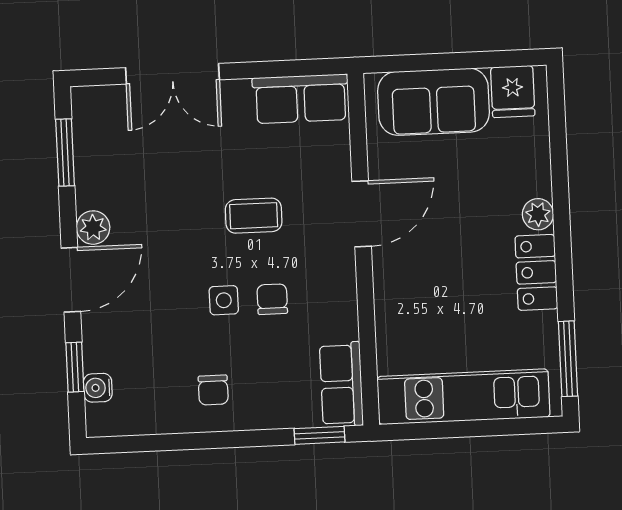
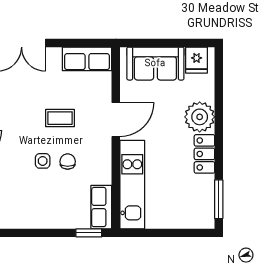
plant: (538, 214) -> (200, 117), width x1.87, depth x1.87
chair: (213, 390) -> (35, 207), removed
kitchen unit: (464, 397) -> (132, 185), moved, turned 90

